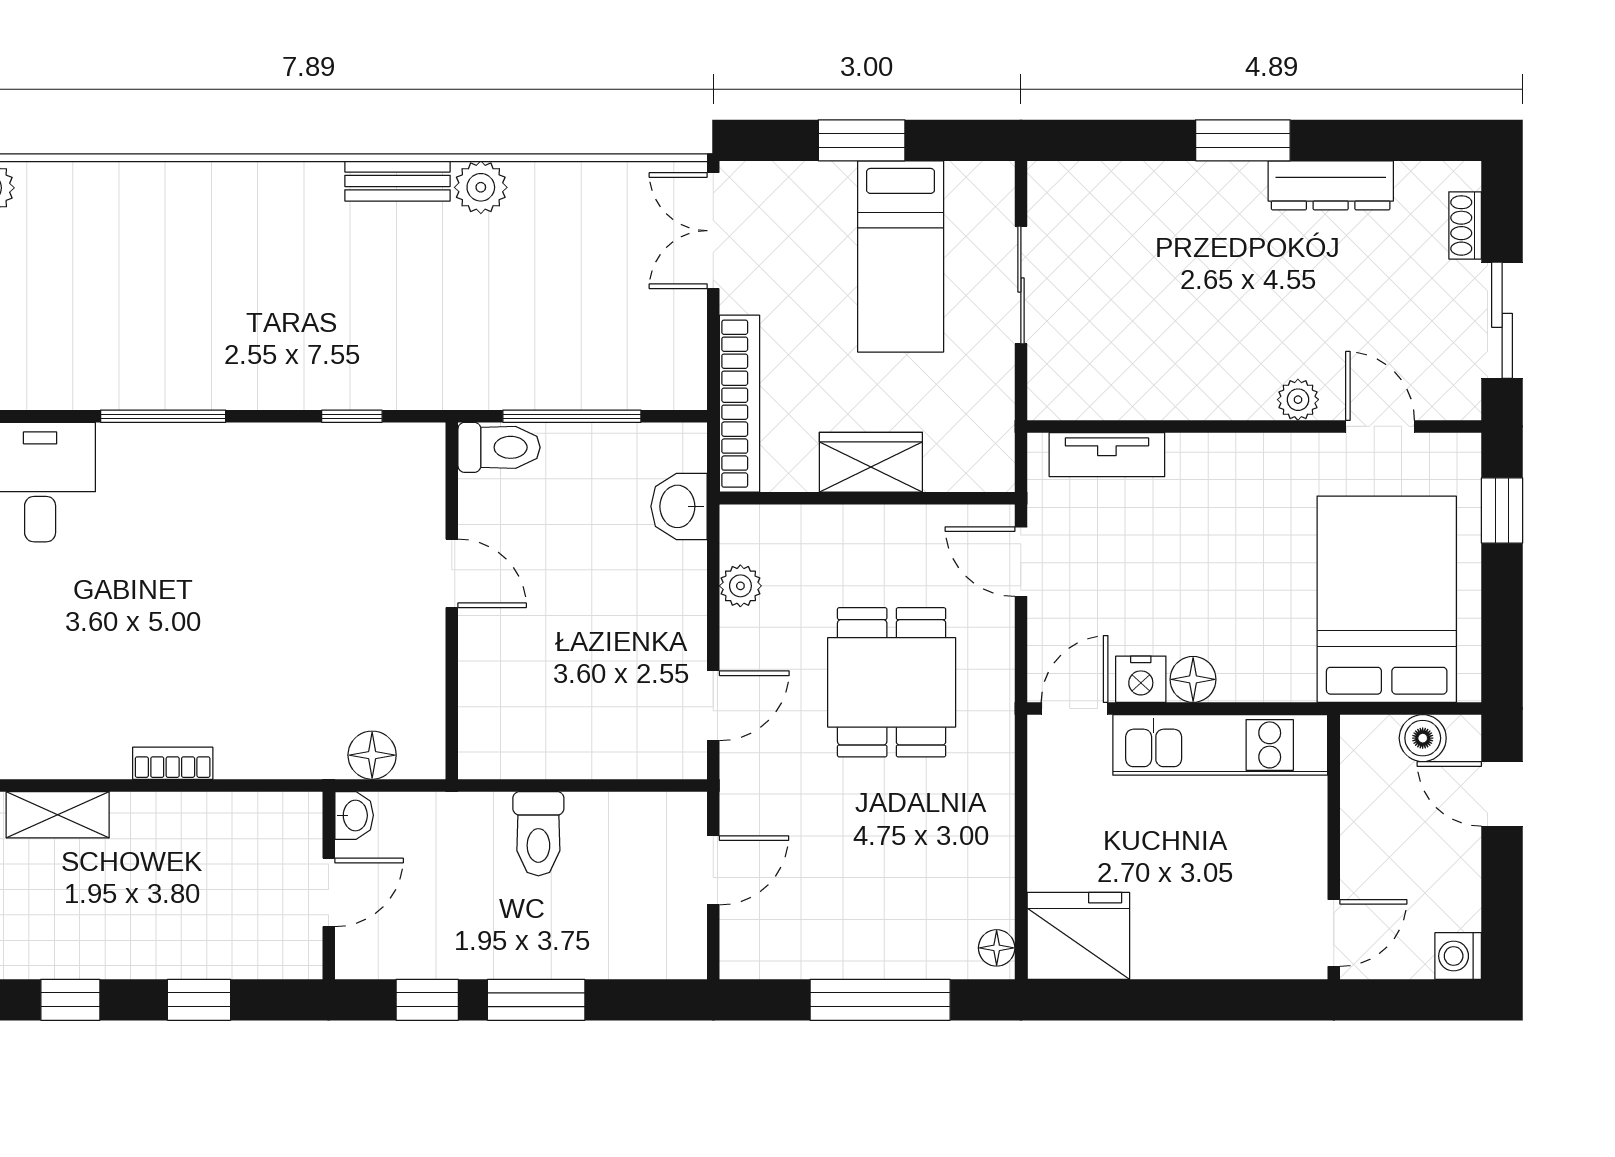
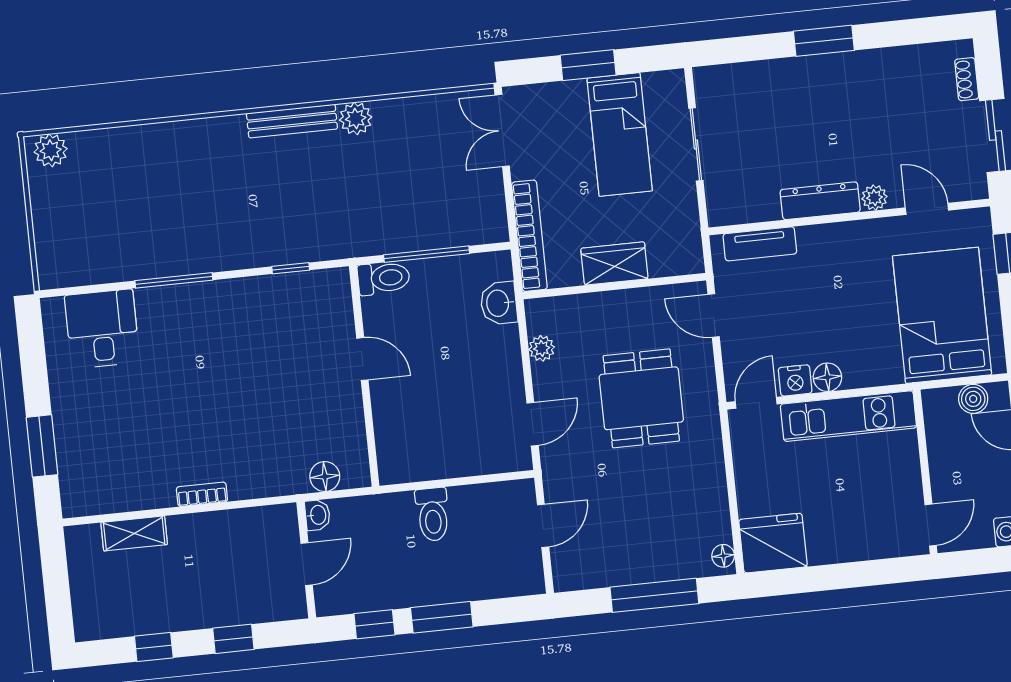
bench: (398, 181) -> (292, 121), width x1.36
dresser: (1331, 185) -> (820, 201), moved, turned 180

